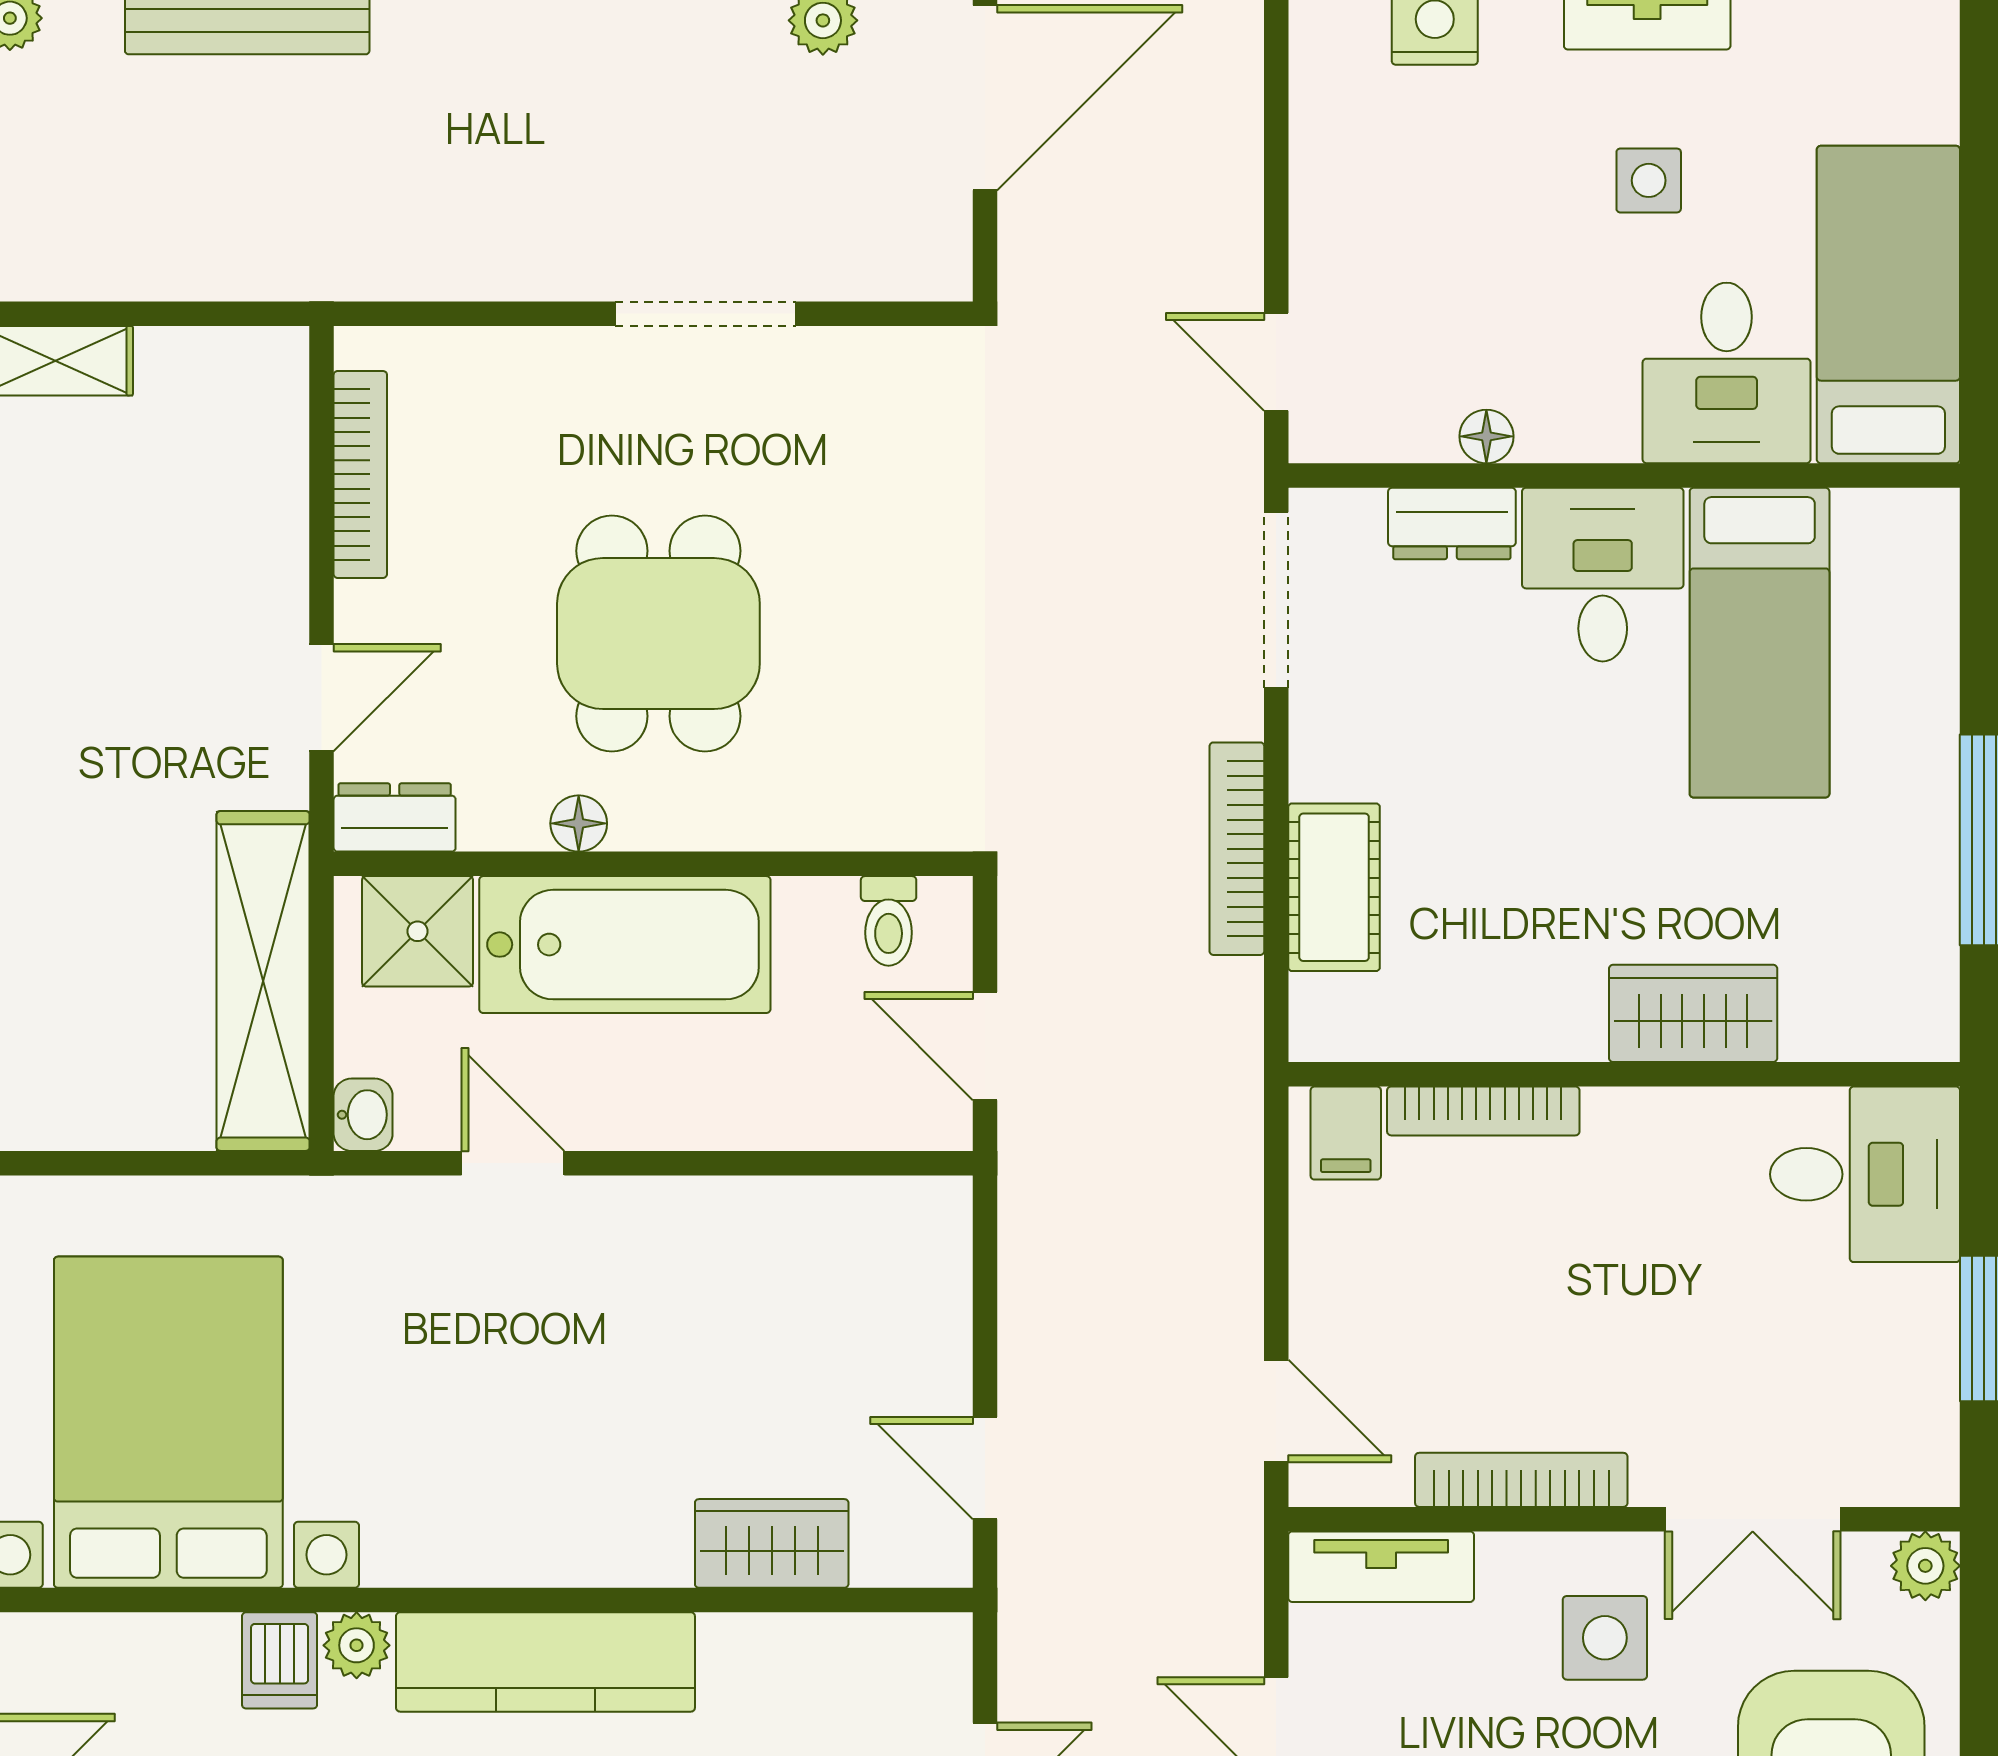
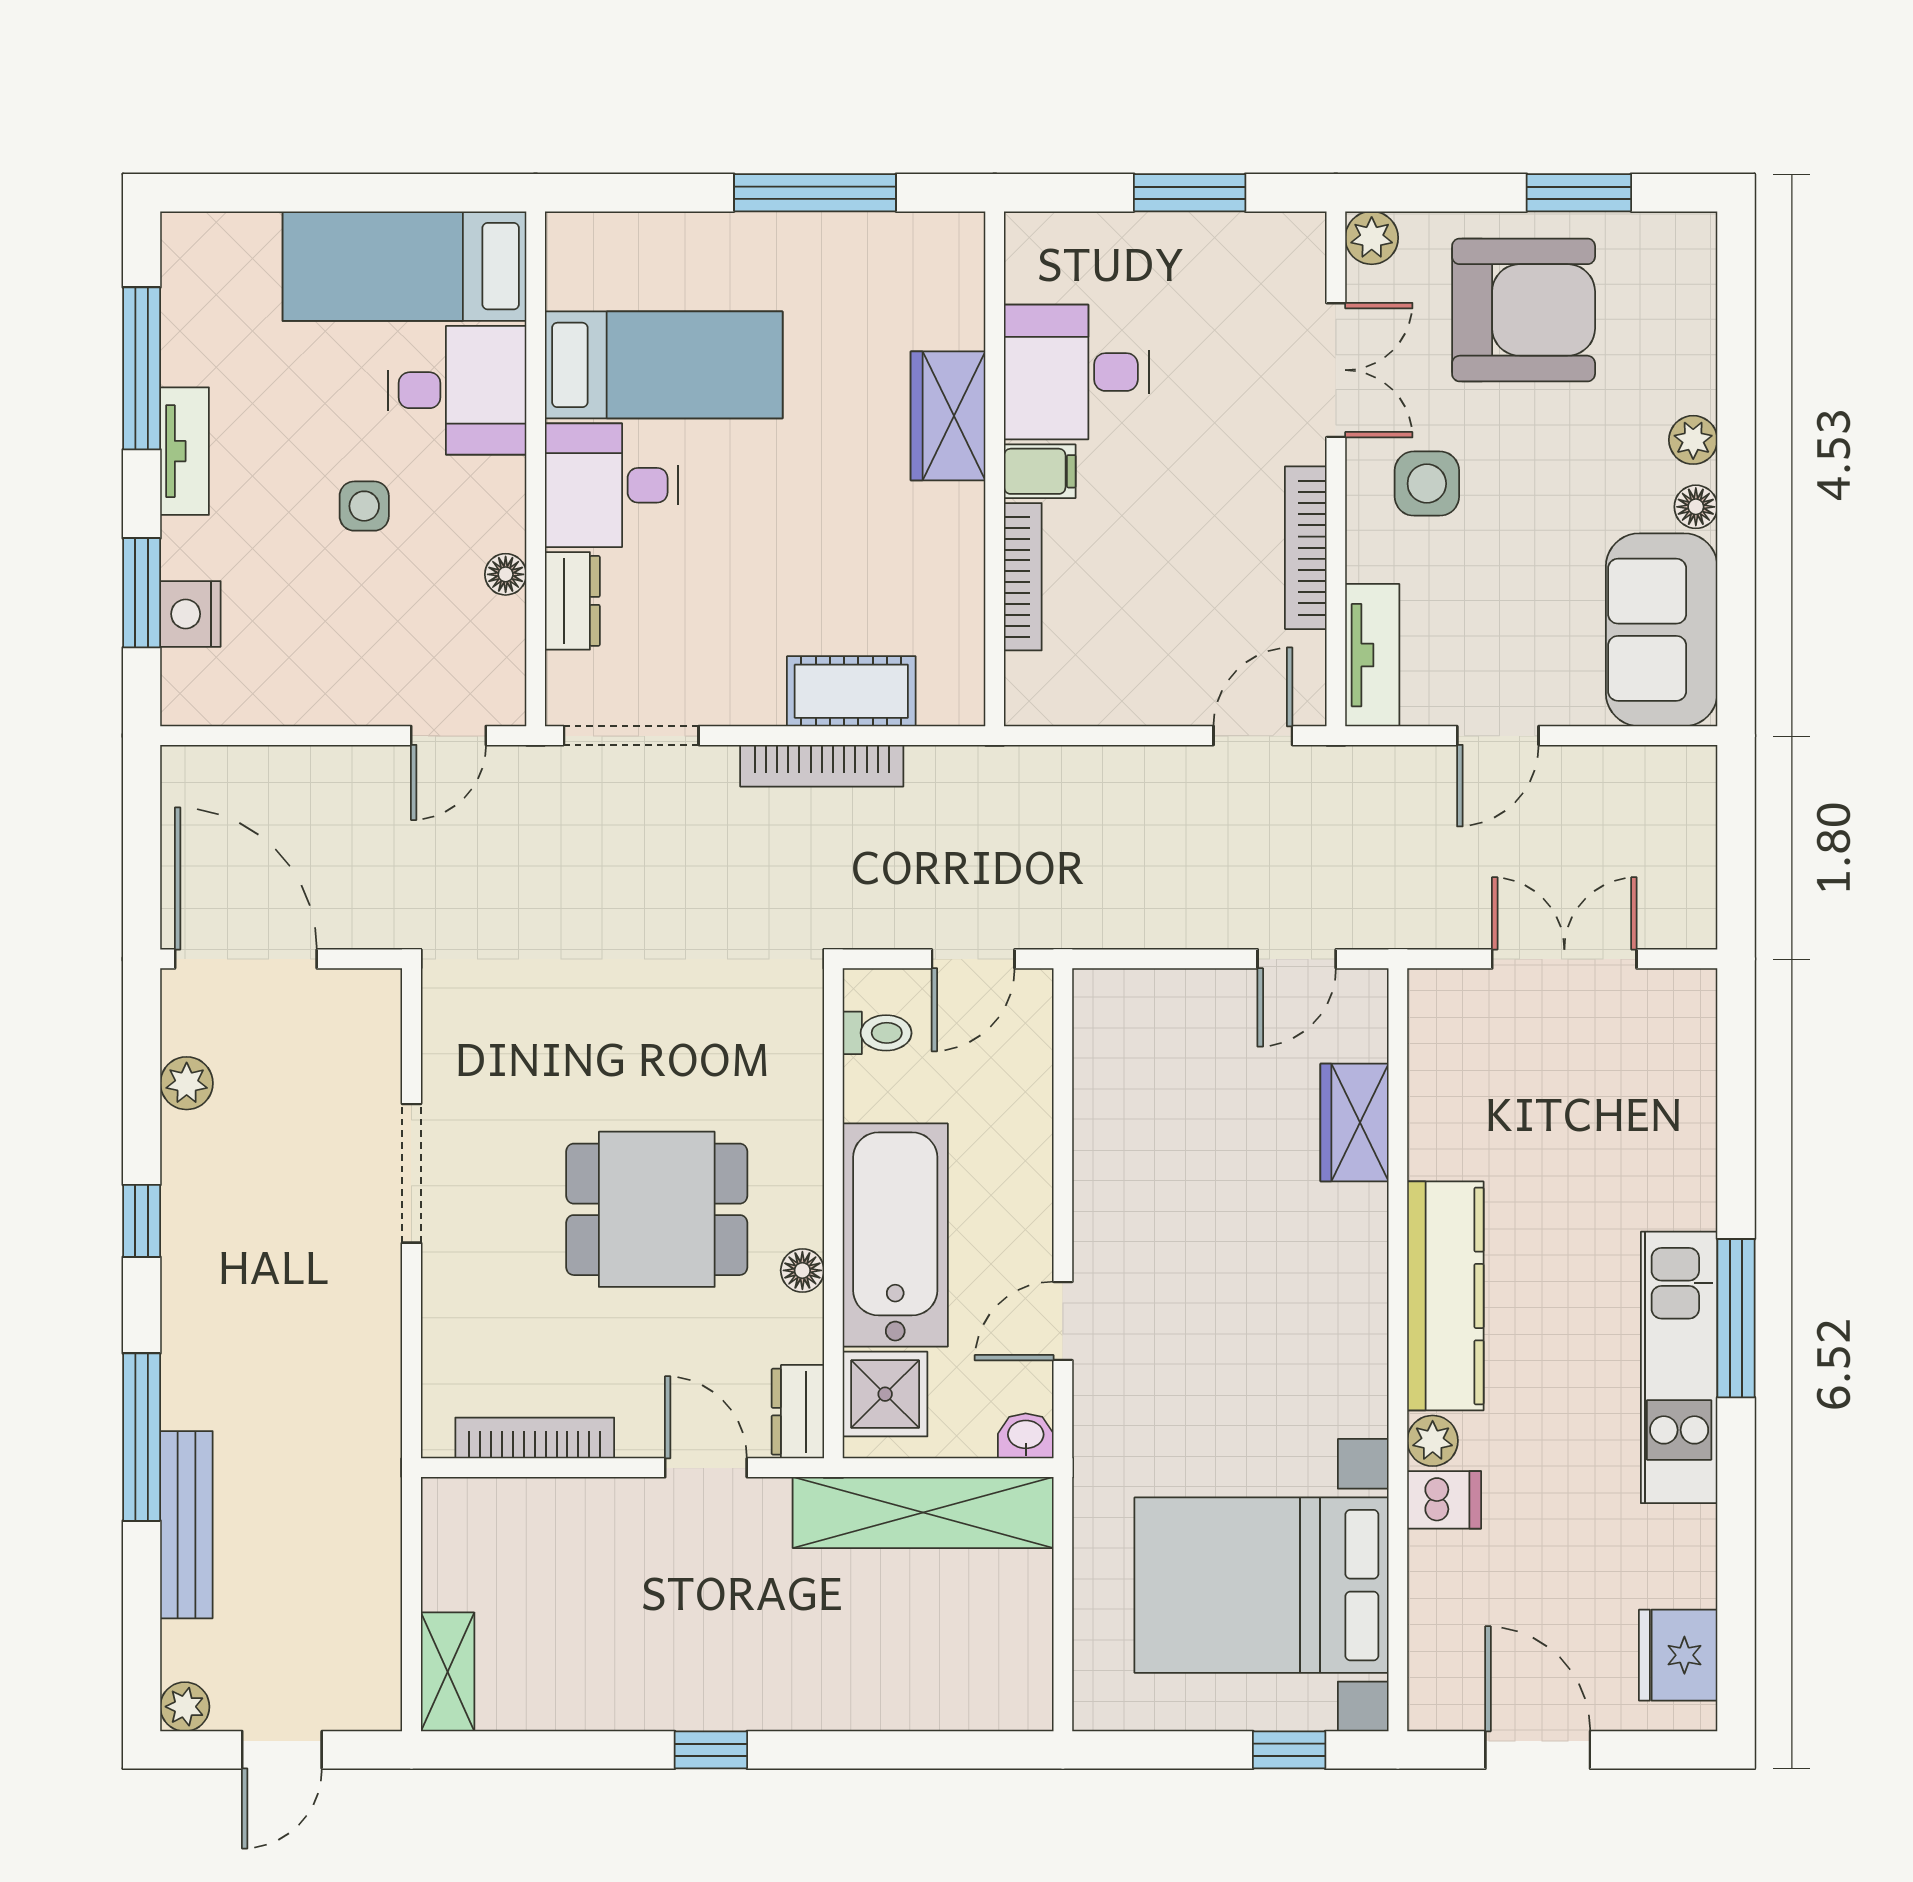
side table: (1649, 180) -> (364, 506), moved
filing cabinet: (1346, 1133) -> (1040, 471), moved
desk: (1865, 1174) -> (1077, 372), moved, turned -90

